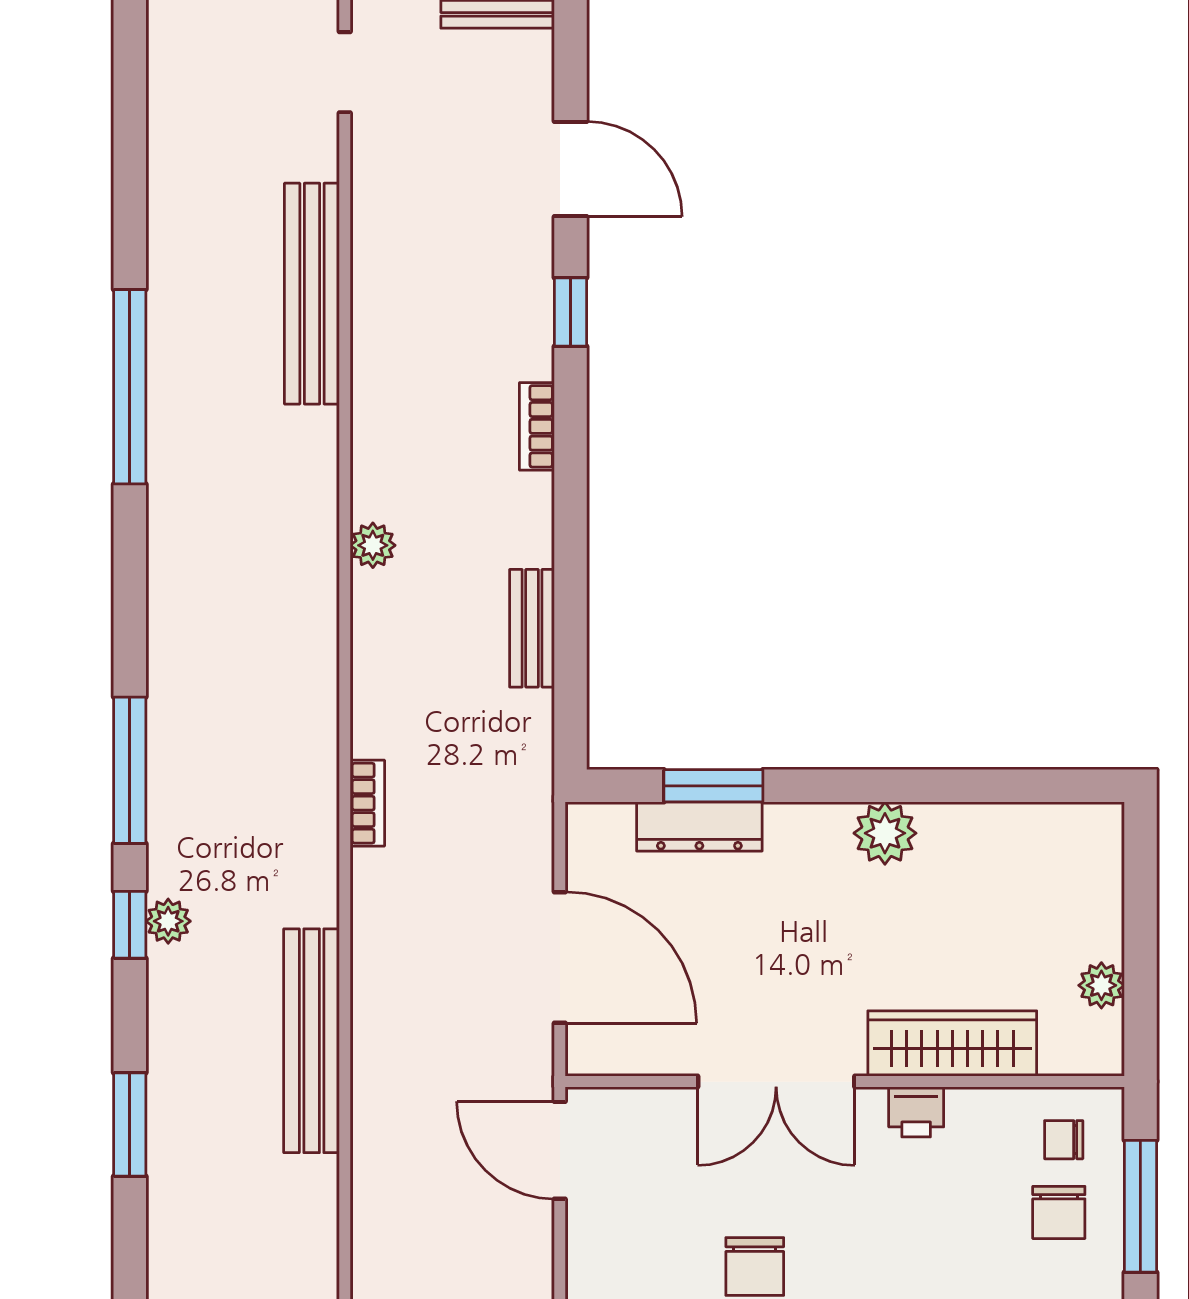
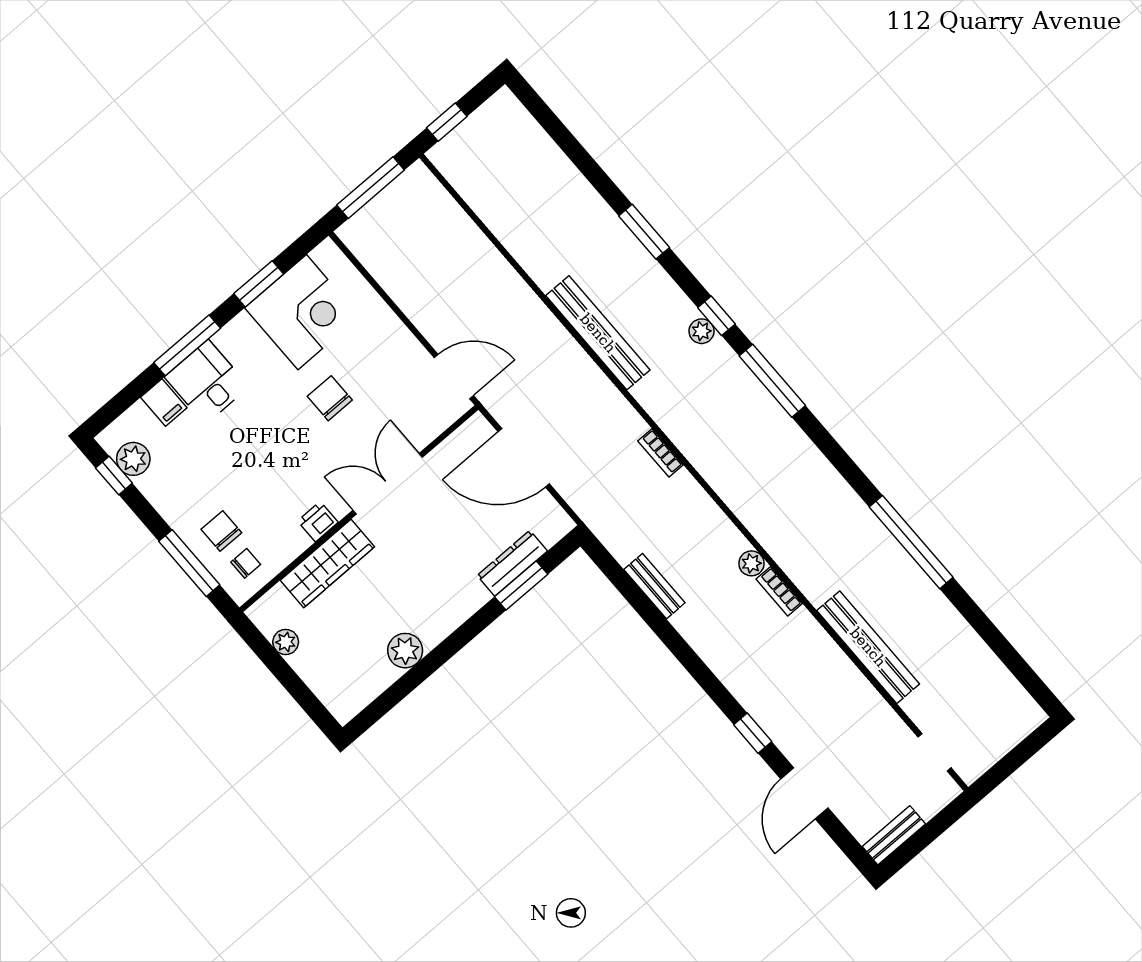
door: (571, 169) -> (804, 793), hinge flipped
bookcase: (537, 426) -> (779, 591), moved, turned 180
plant: (885, 833) -> (405, 651), moved

